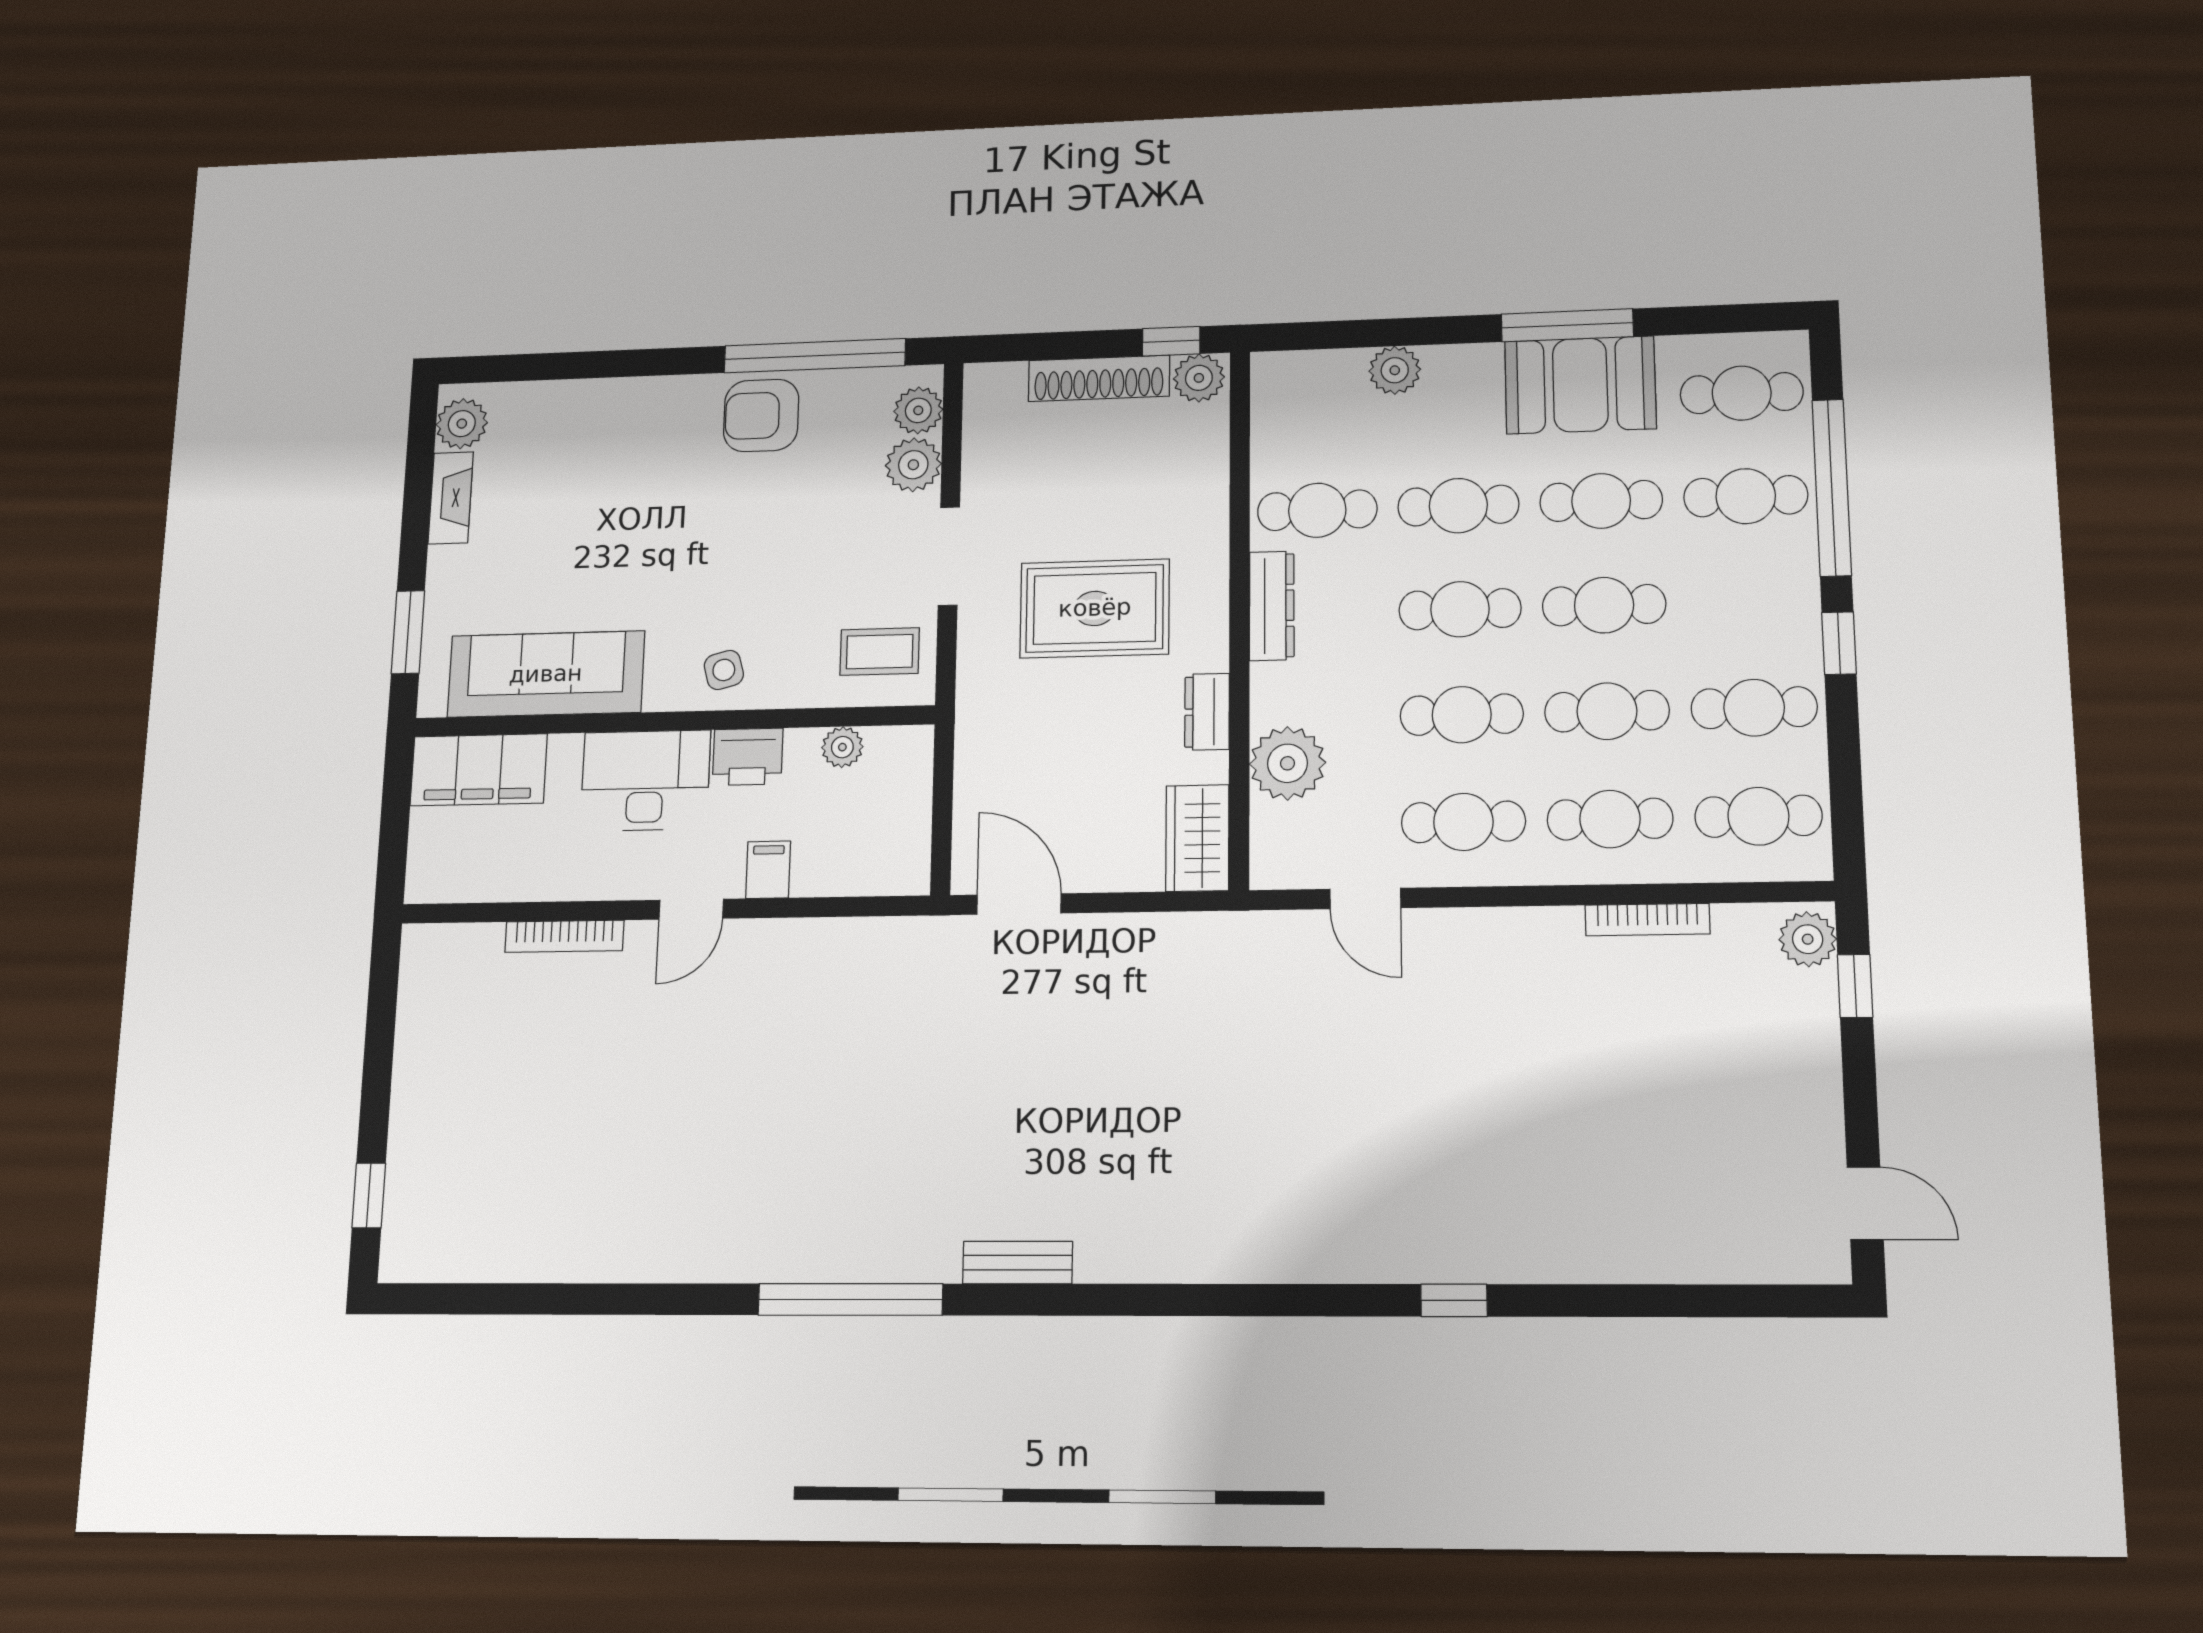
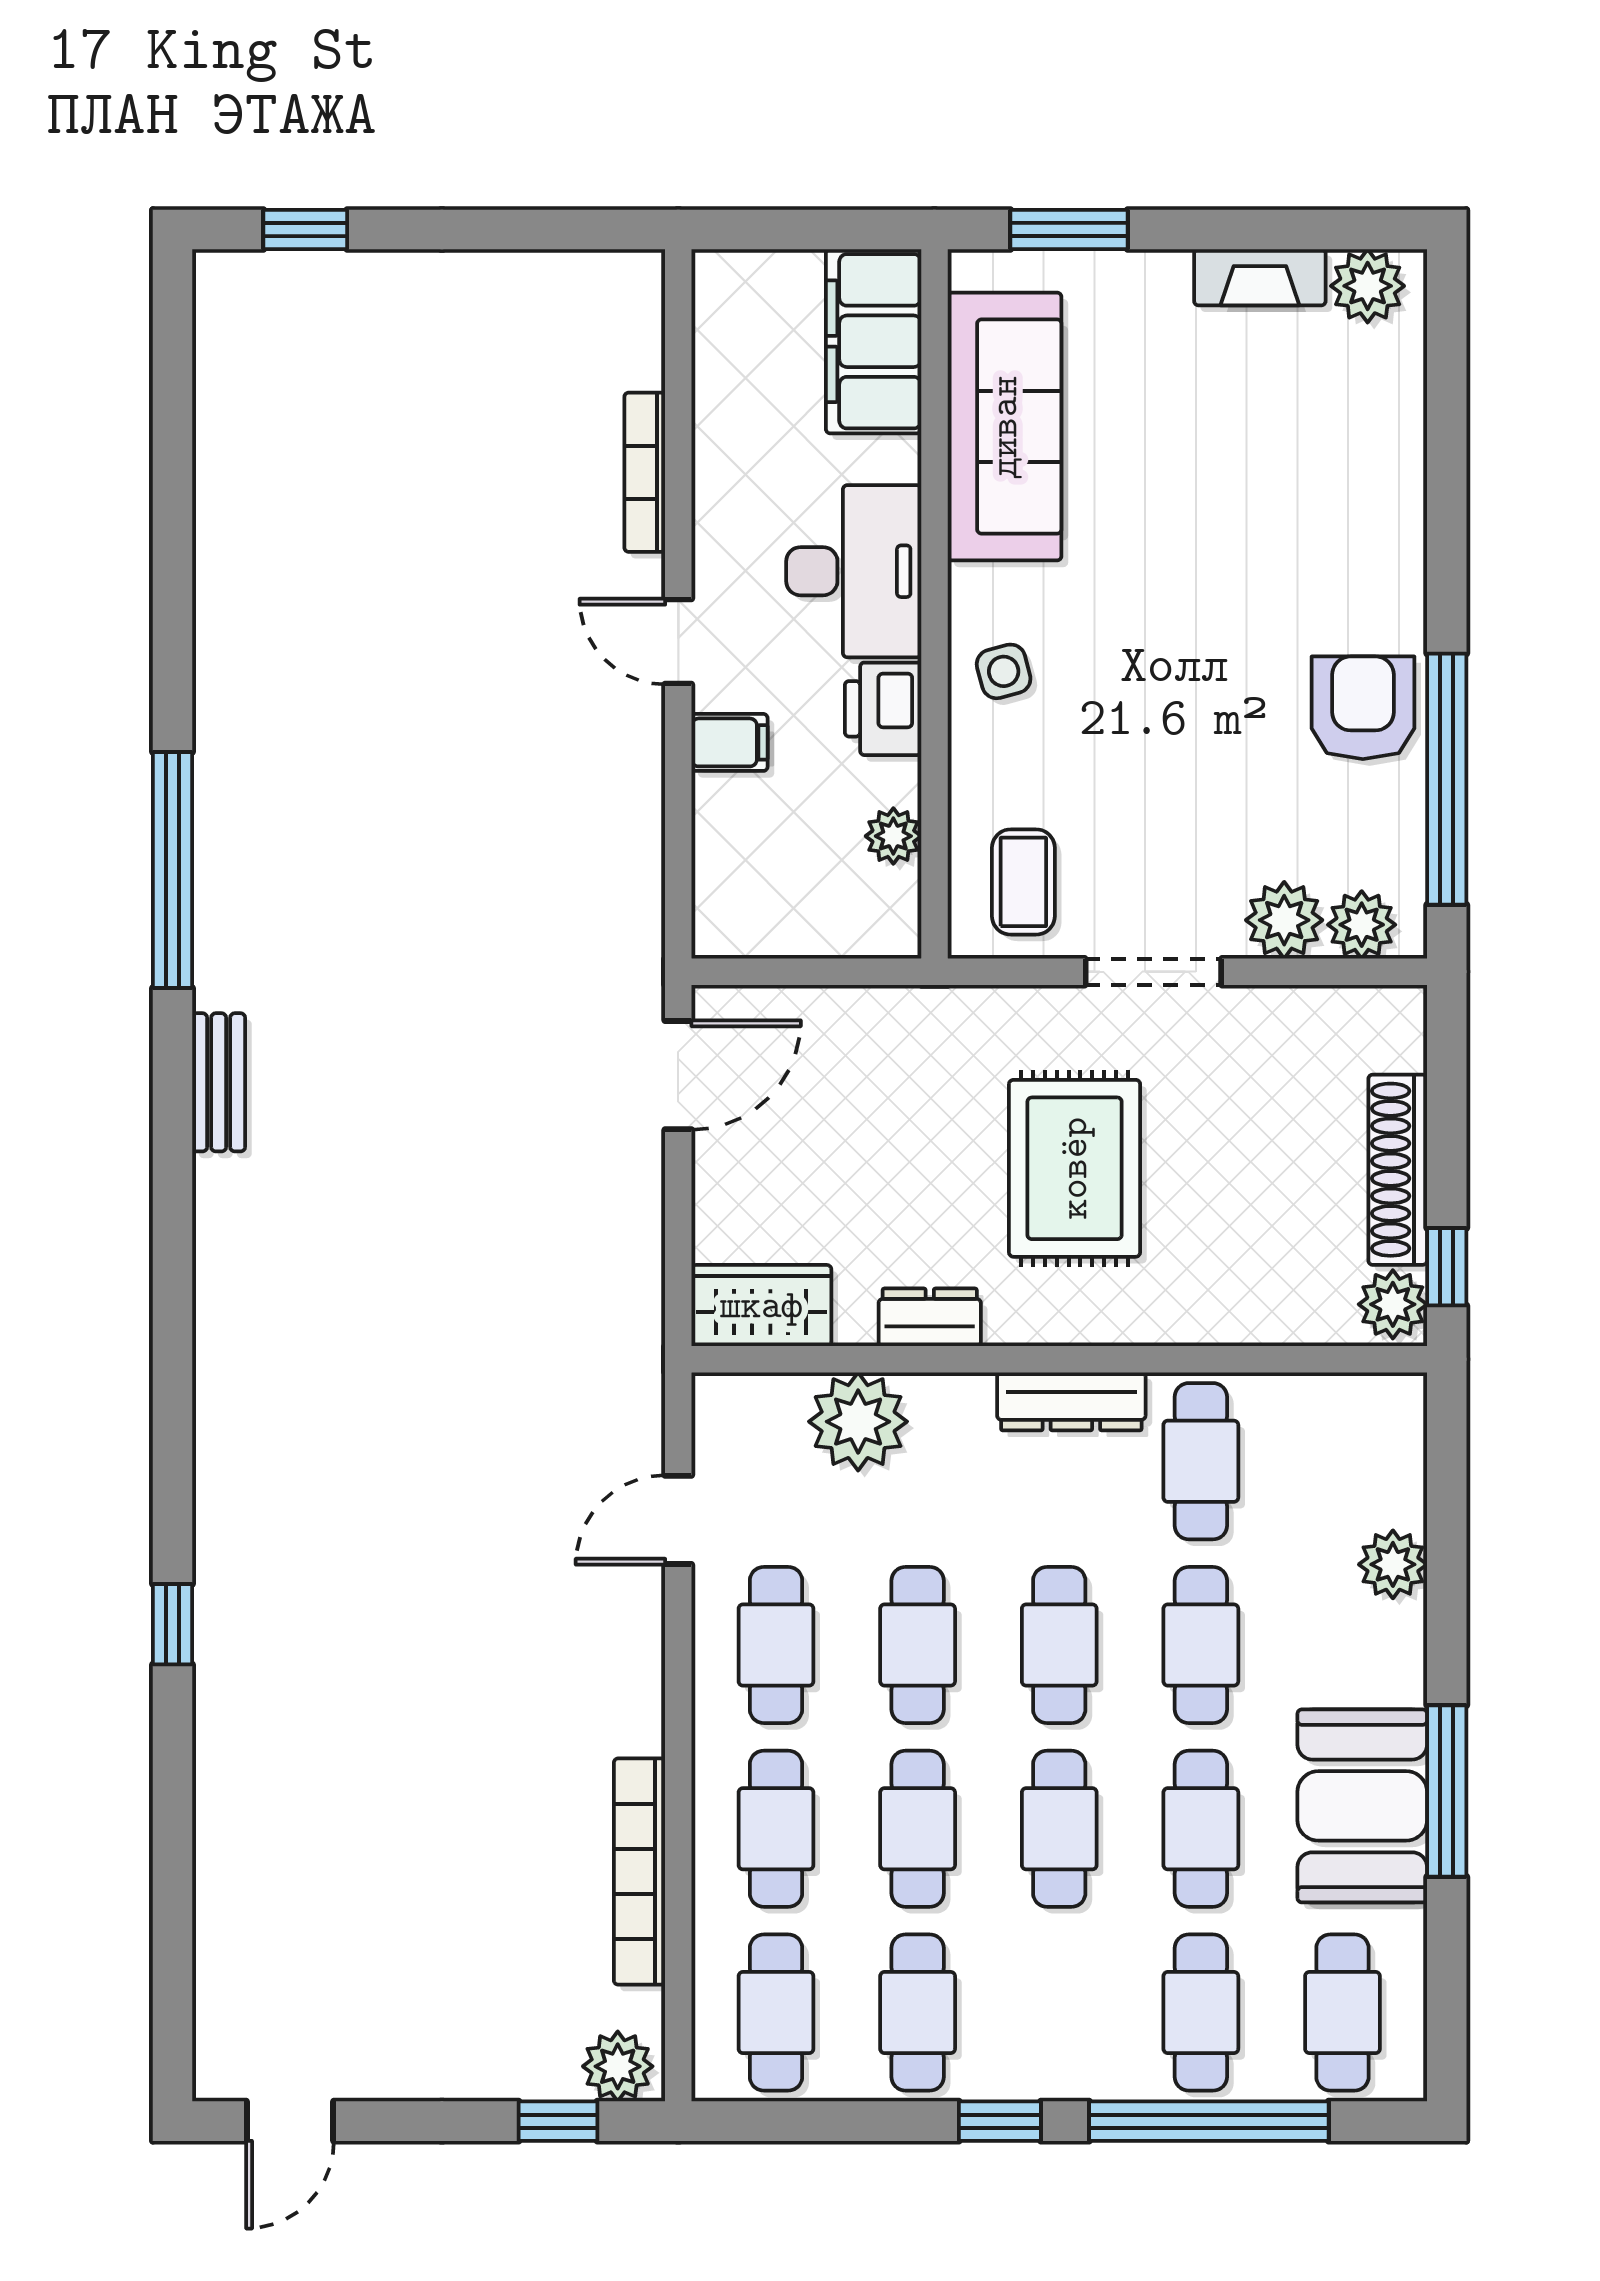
bookcase: (1647, 920) -> (639, 1872), width x1.48, depth x1.31

